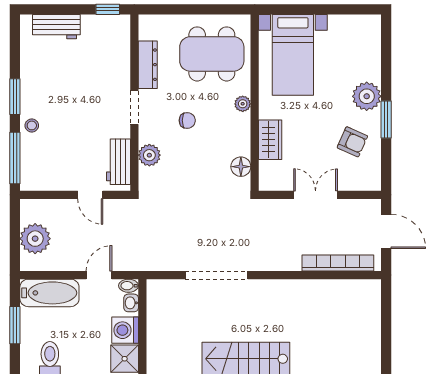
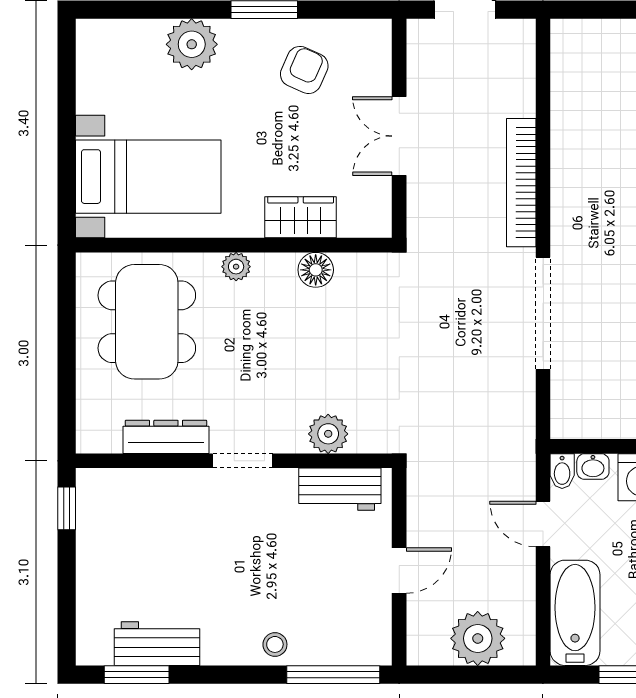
workbench: (56, 27) -> (157, 644), moved, turned -90
plant: (367, 96) -> (192, 44), moved
window: (15, 97) -> (137, 675), moved
chair: (187, 120) -> (266, 366), removed
floor lamp: (241, 167) -> (316, 270), moved
door: (90, 195) -> (399, 571), moved
bookcase: (338, 263) -> (521, 183), moved

